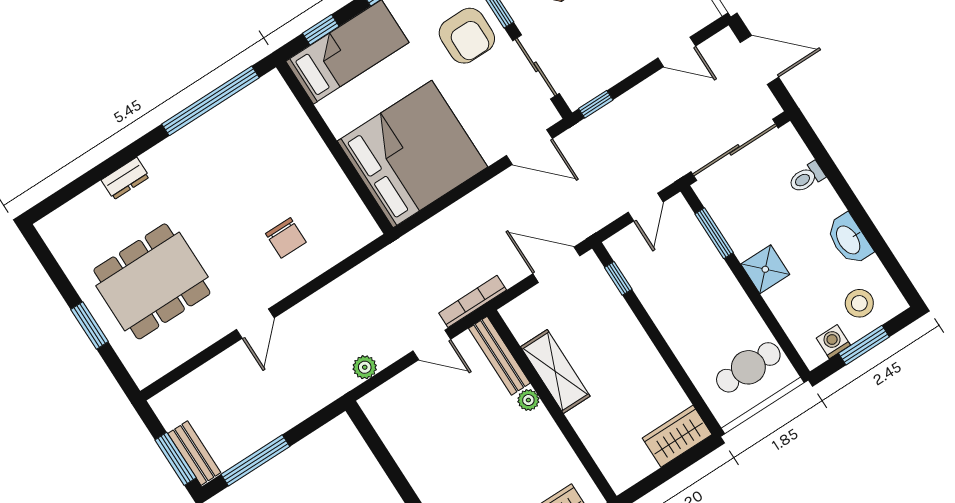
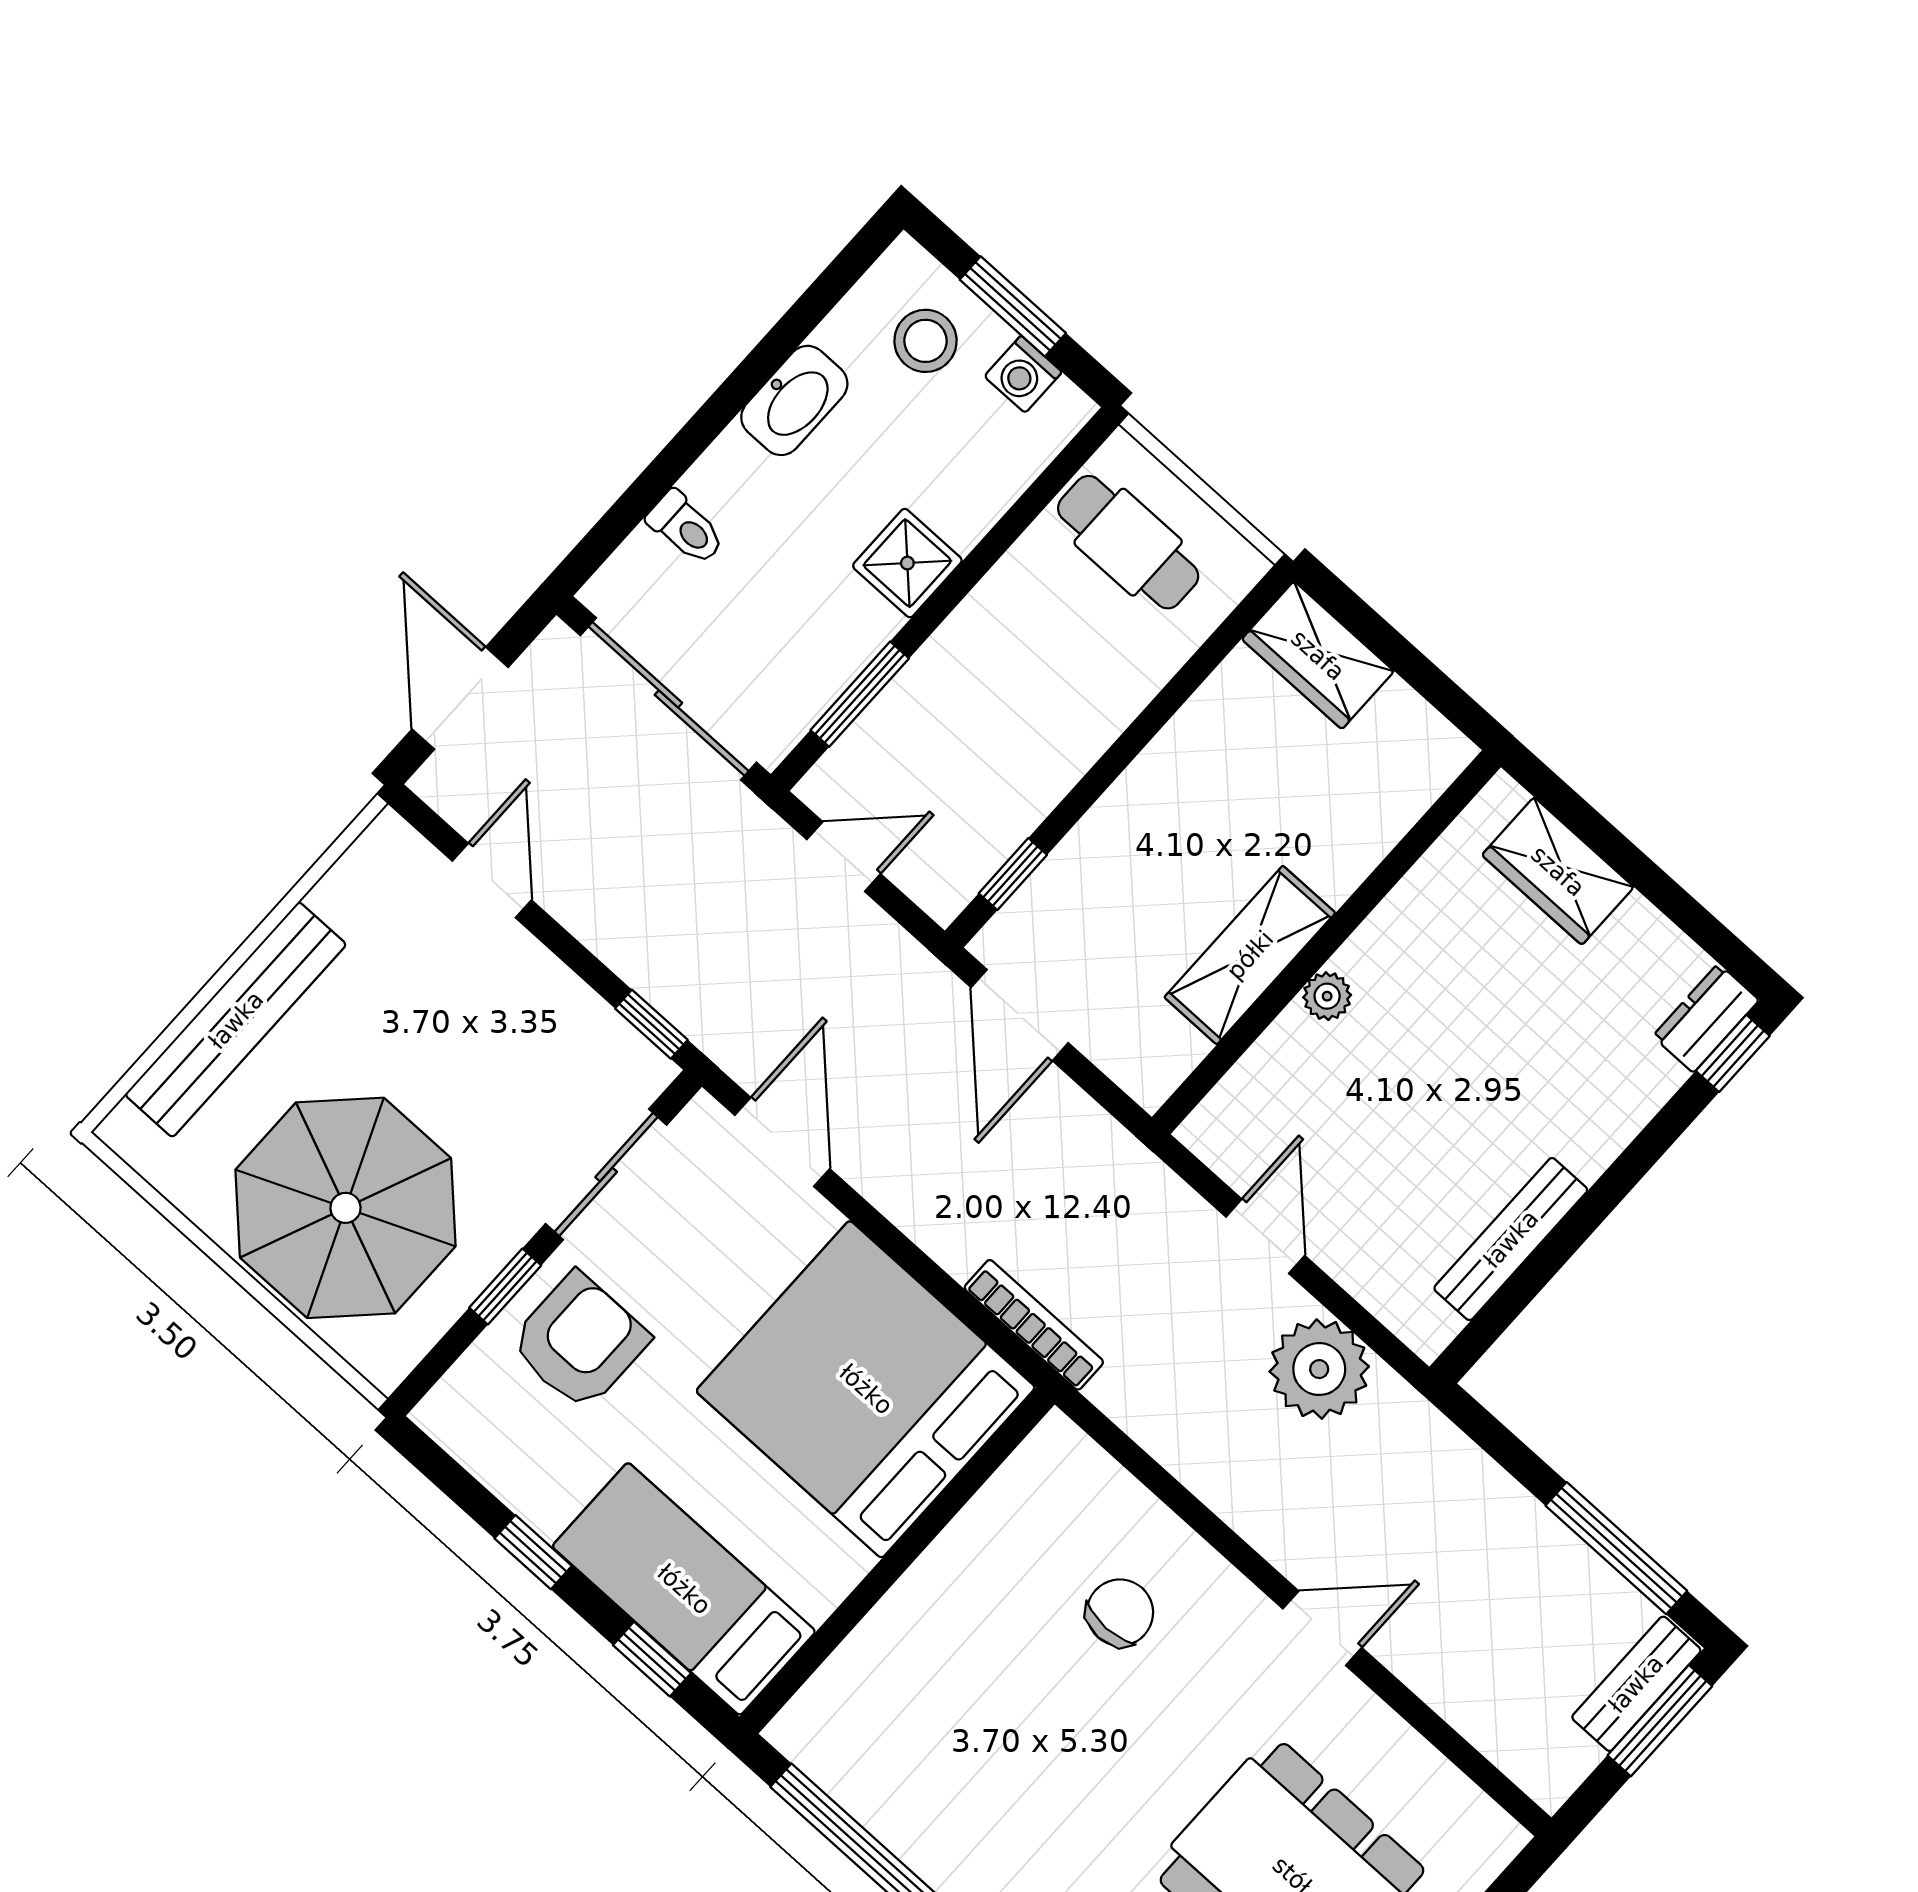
bookcase: (473, 301) -> (1034, 1325), moved, turned 180
bench: (499, 356) -> (1511, 1239), moved
plant: (365, 367) -> (1319, 1369), width x1.88, depth x1.88

